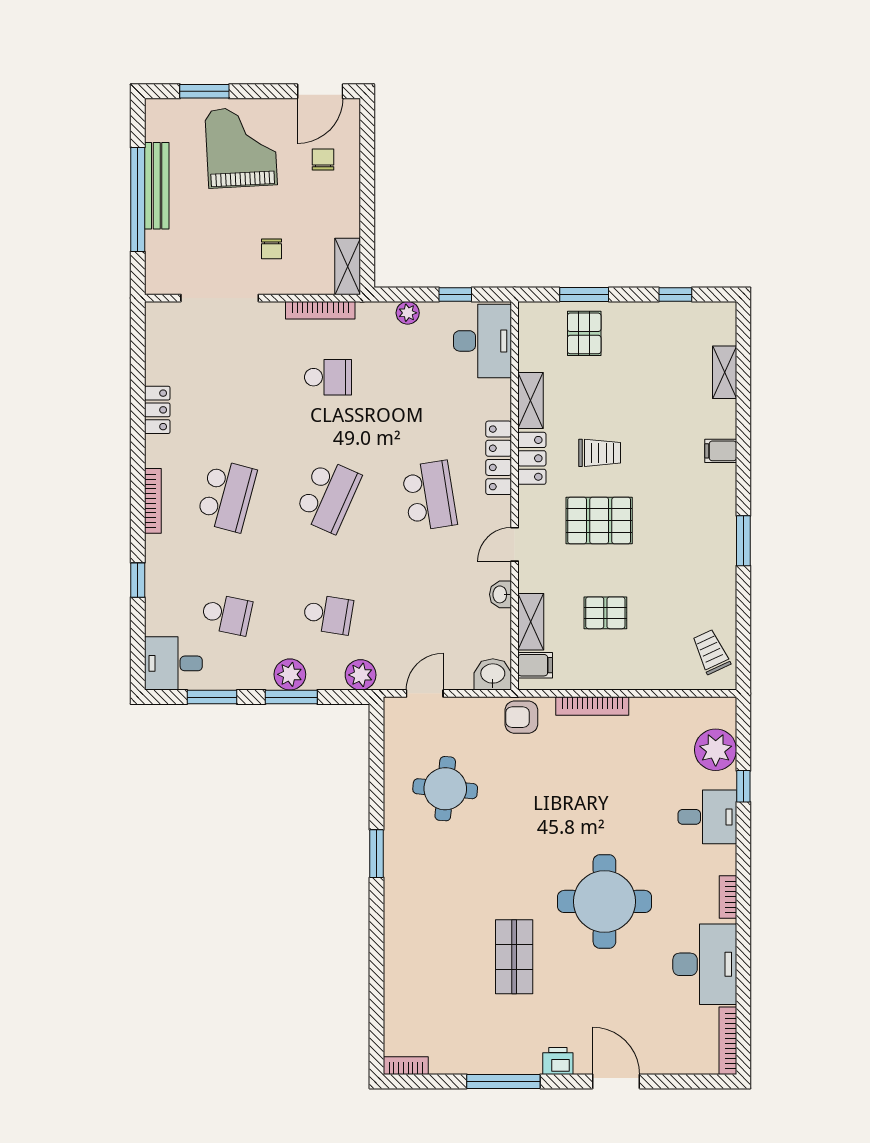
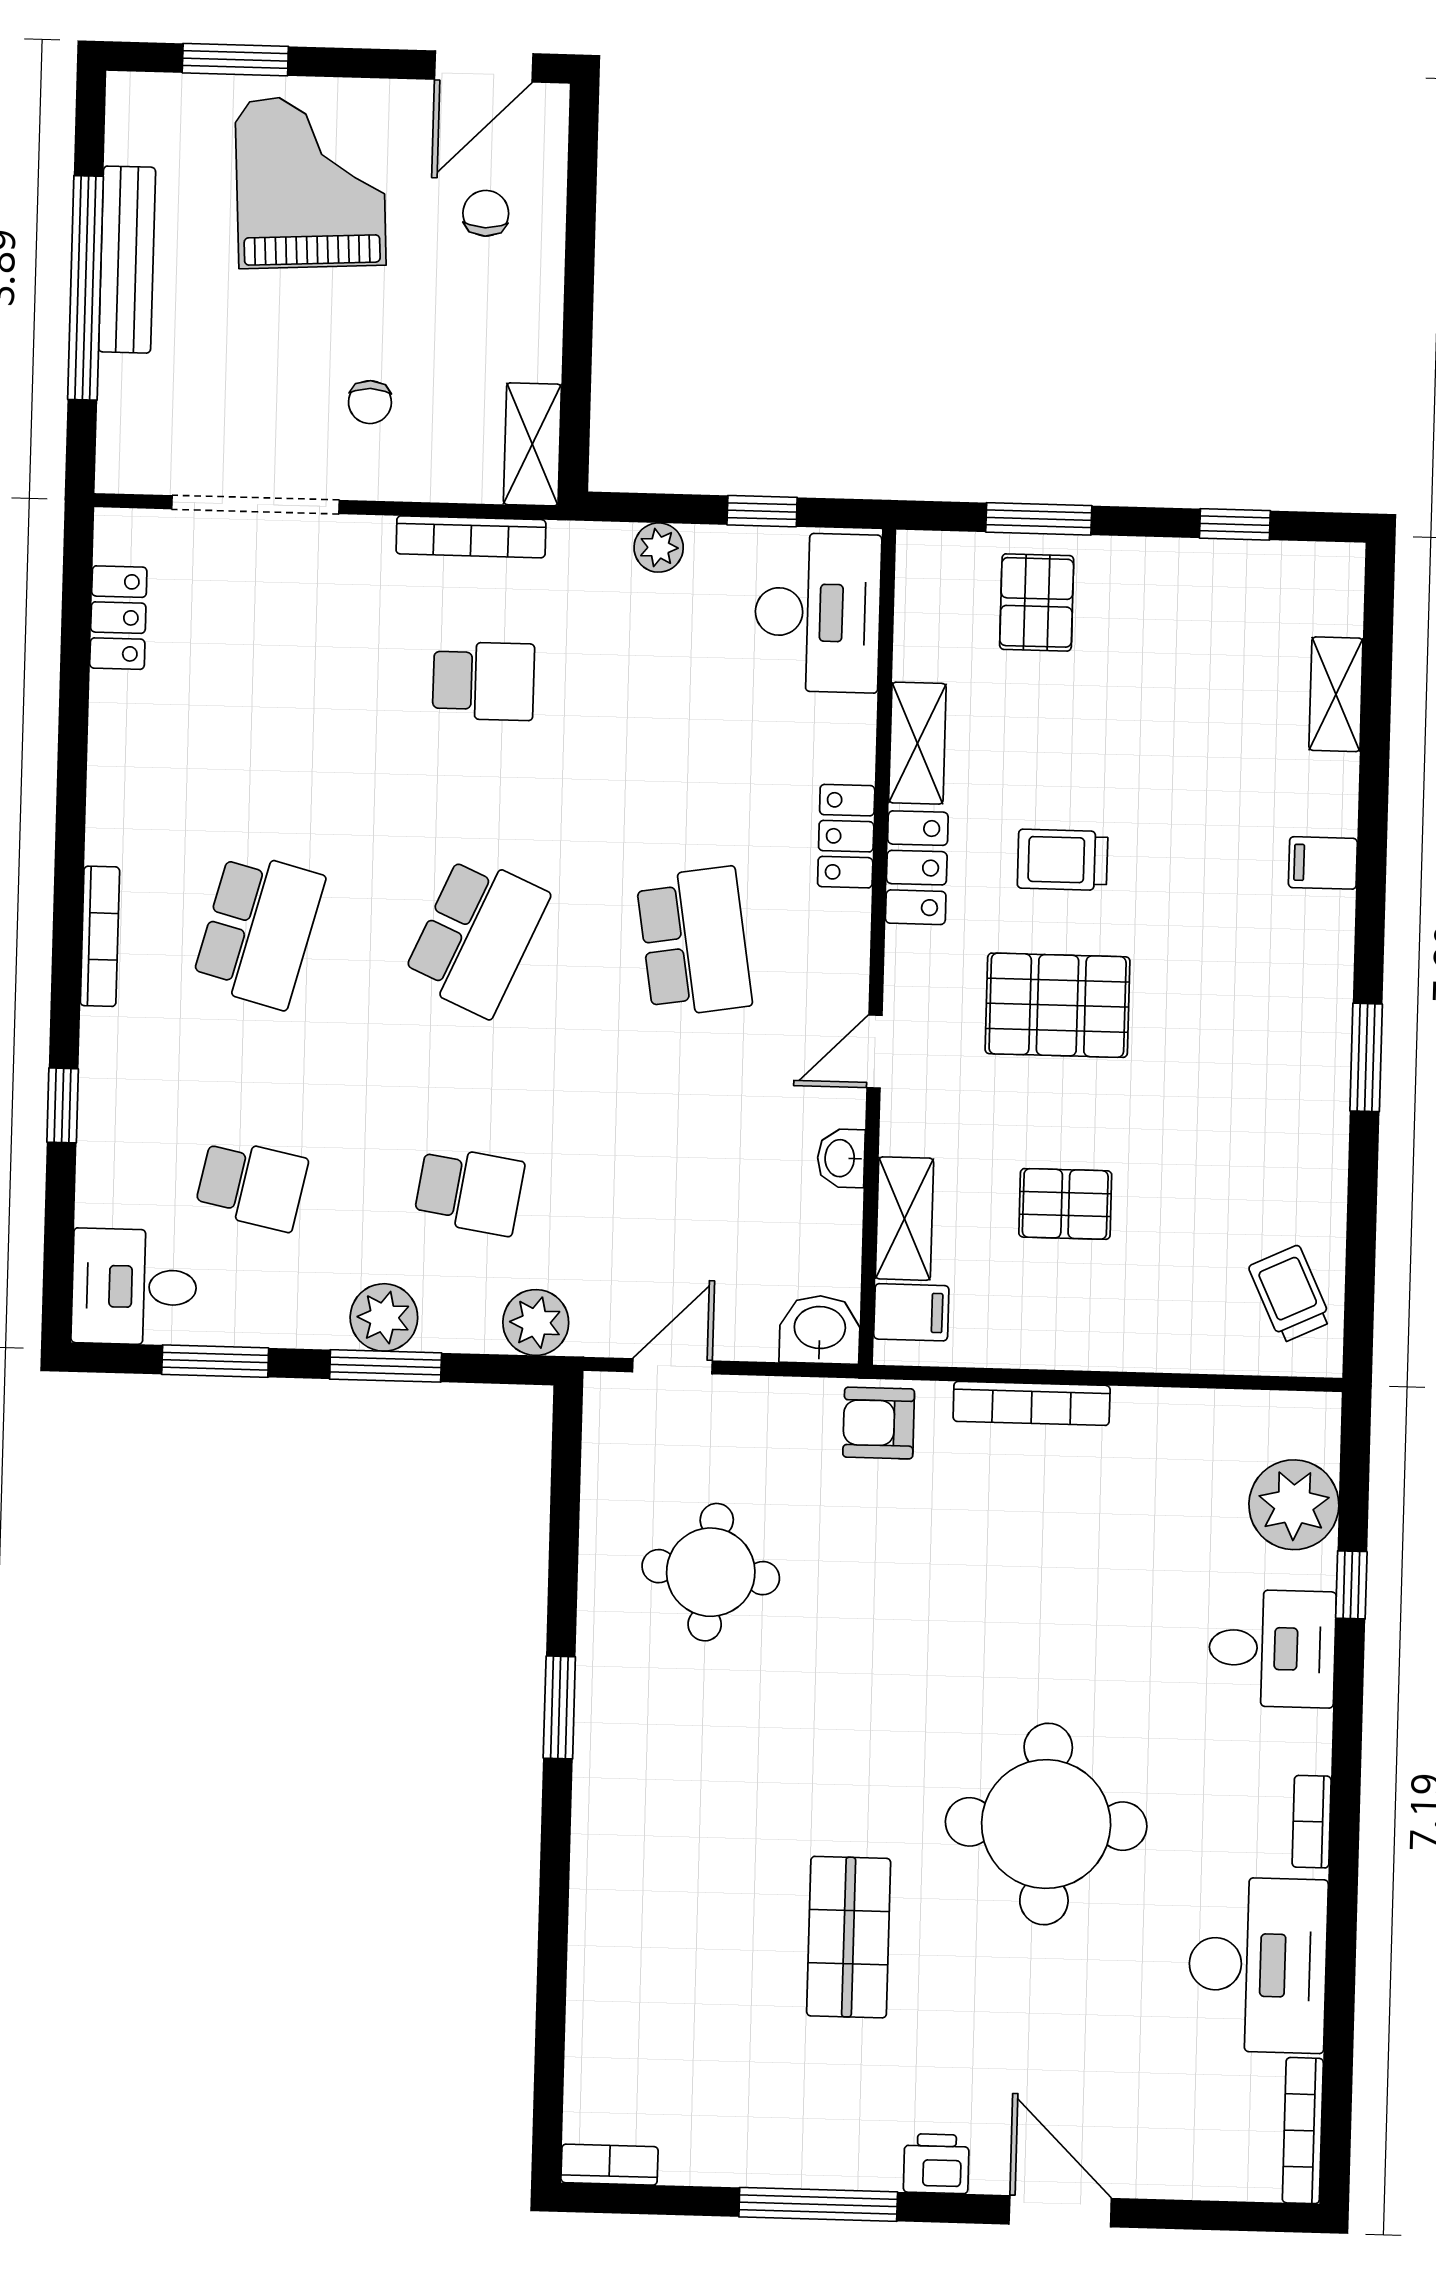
locker: (157, 410) -> (118, 618), moved
trolley: (600, 453) -> (1063, 860), turned 180
locker: (499, 458) -> (846, 836), width x0.66

